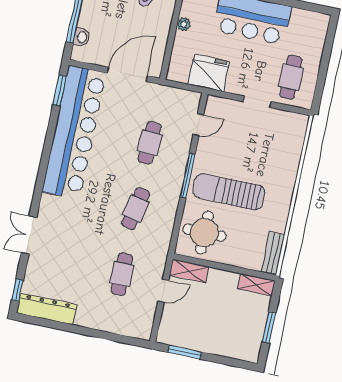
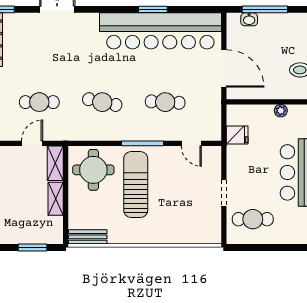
fridge: (209, 73) -> (237, 135), width x0.53, depth x0.75
window: (60, 90) -> (153, 9), moved
shelving: (256, 285) -> (56, 199), moved
door: (163, 291) -> (32, 143), swing flipped
window: (269, 327) -> (32, 247), moved

